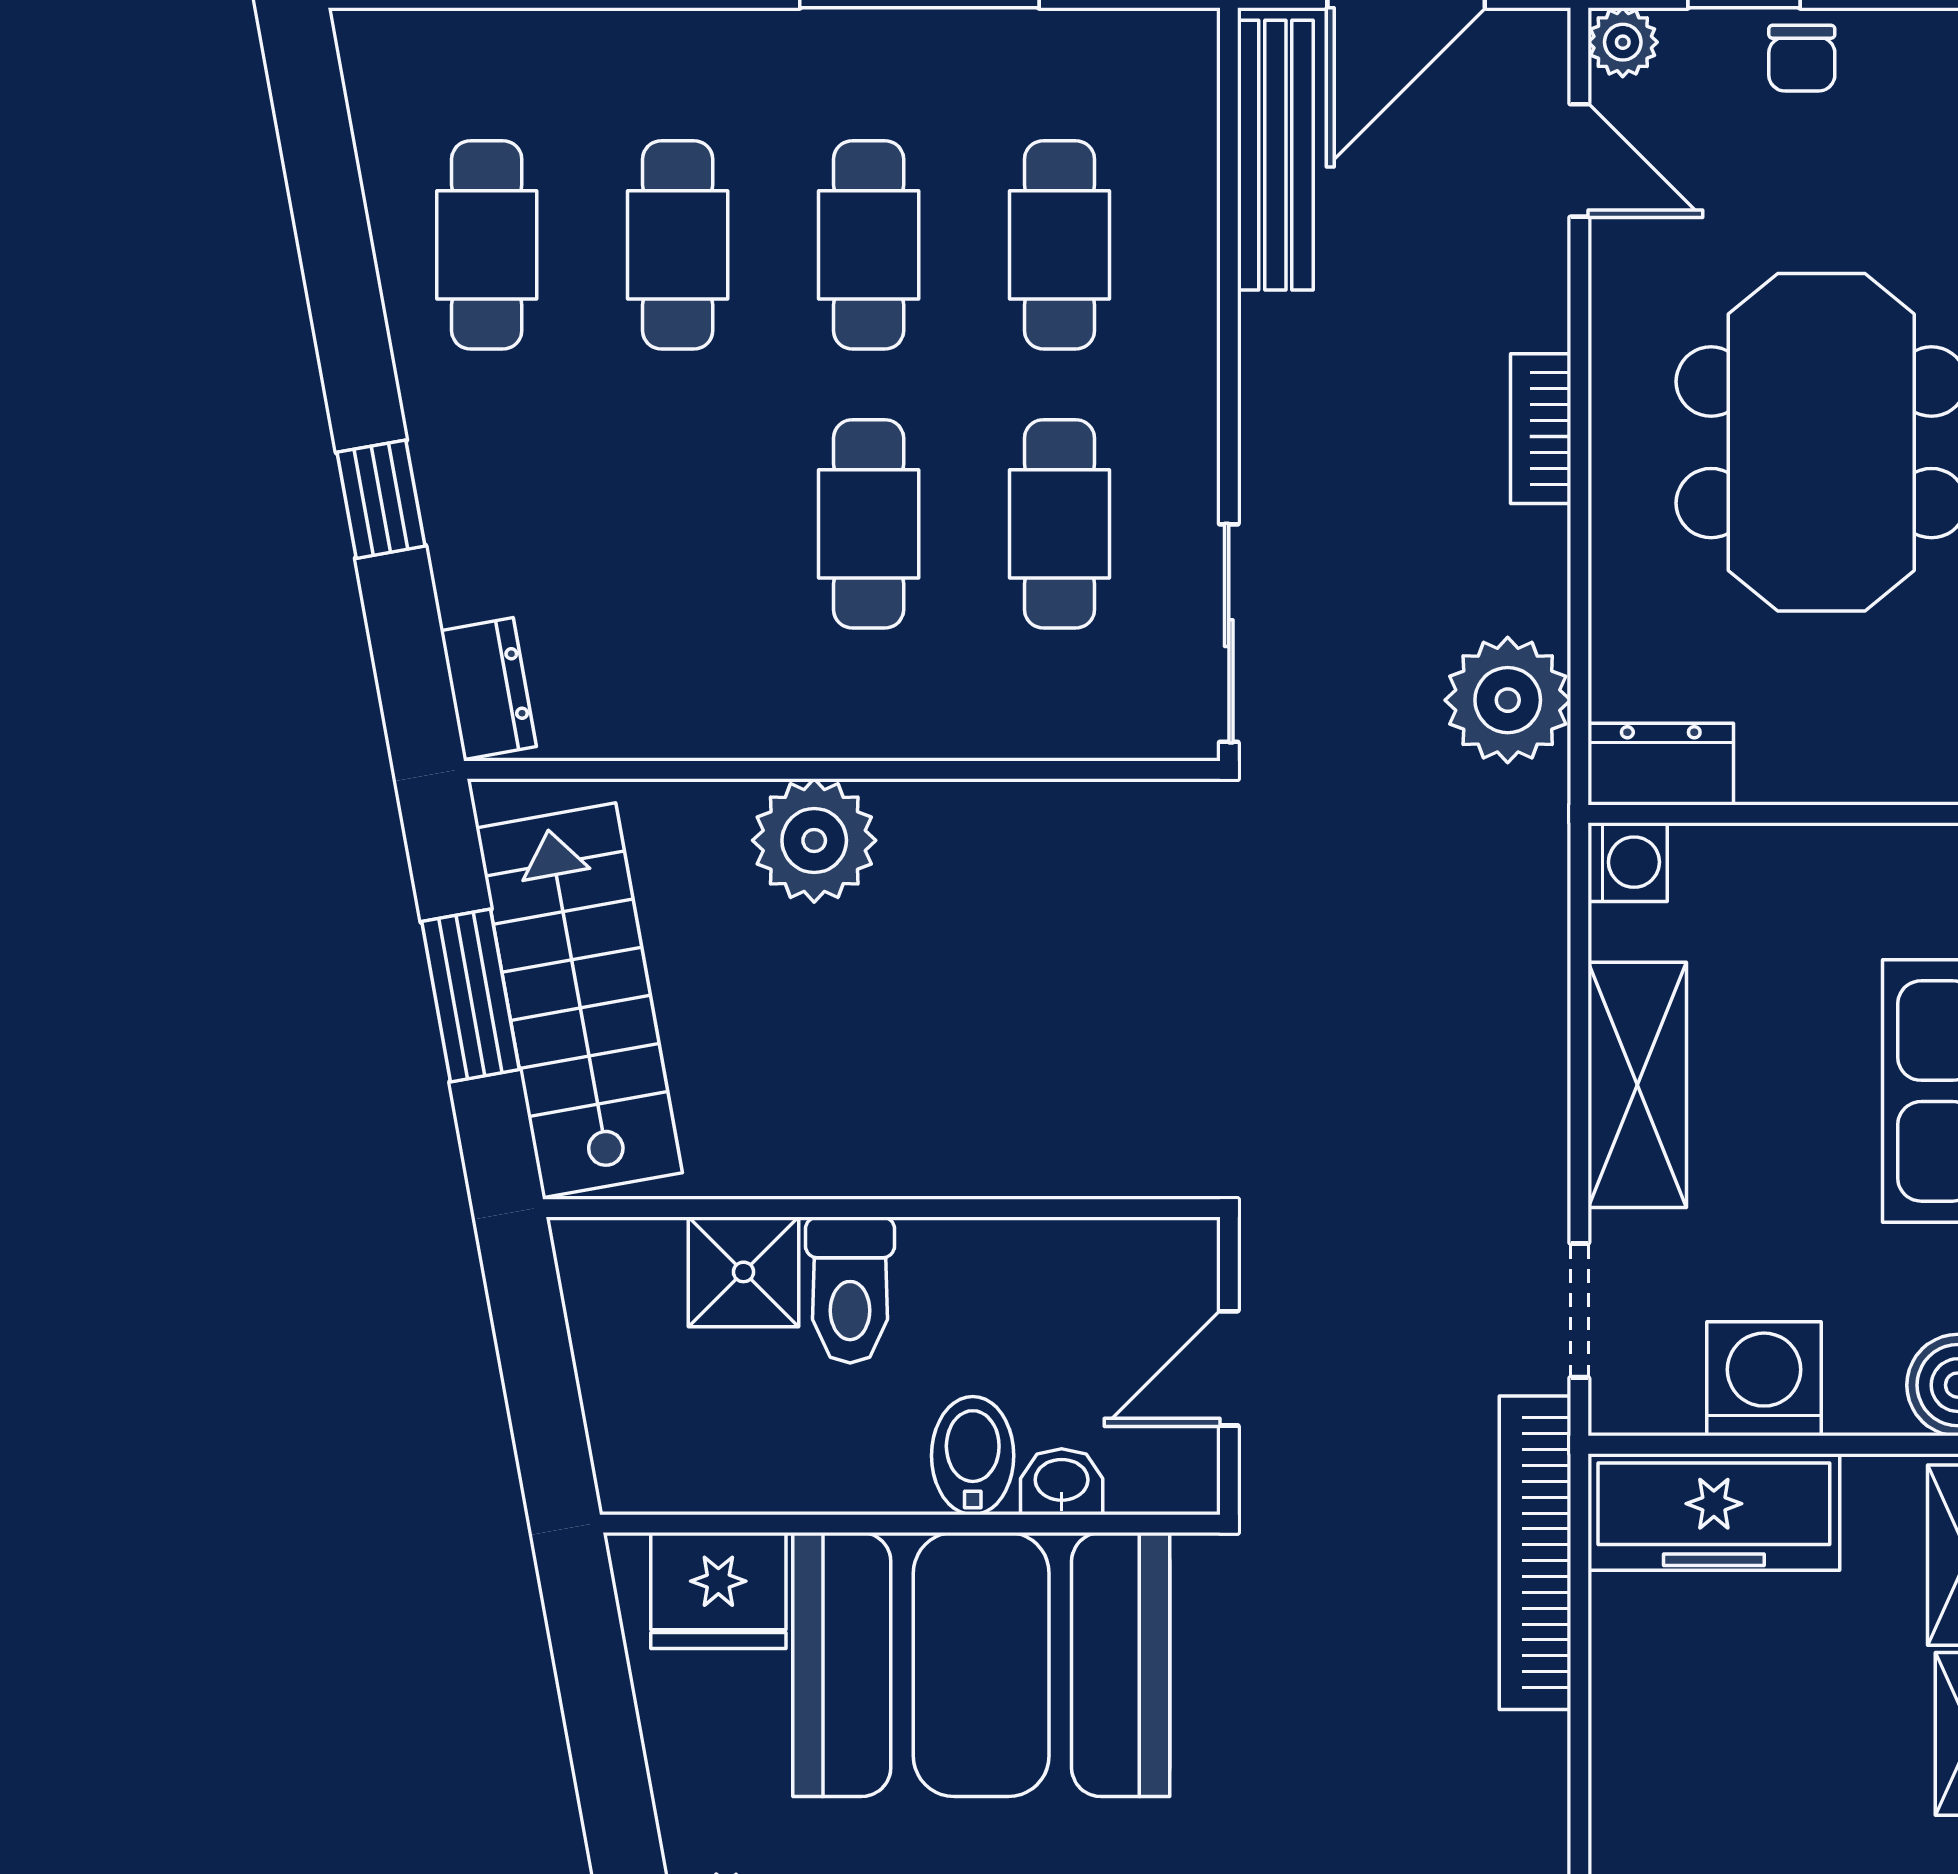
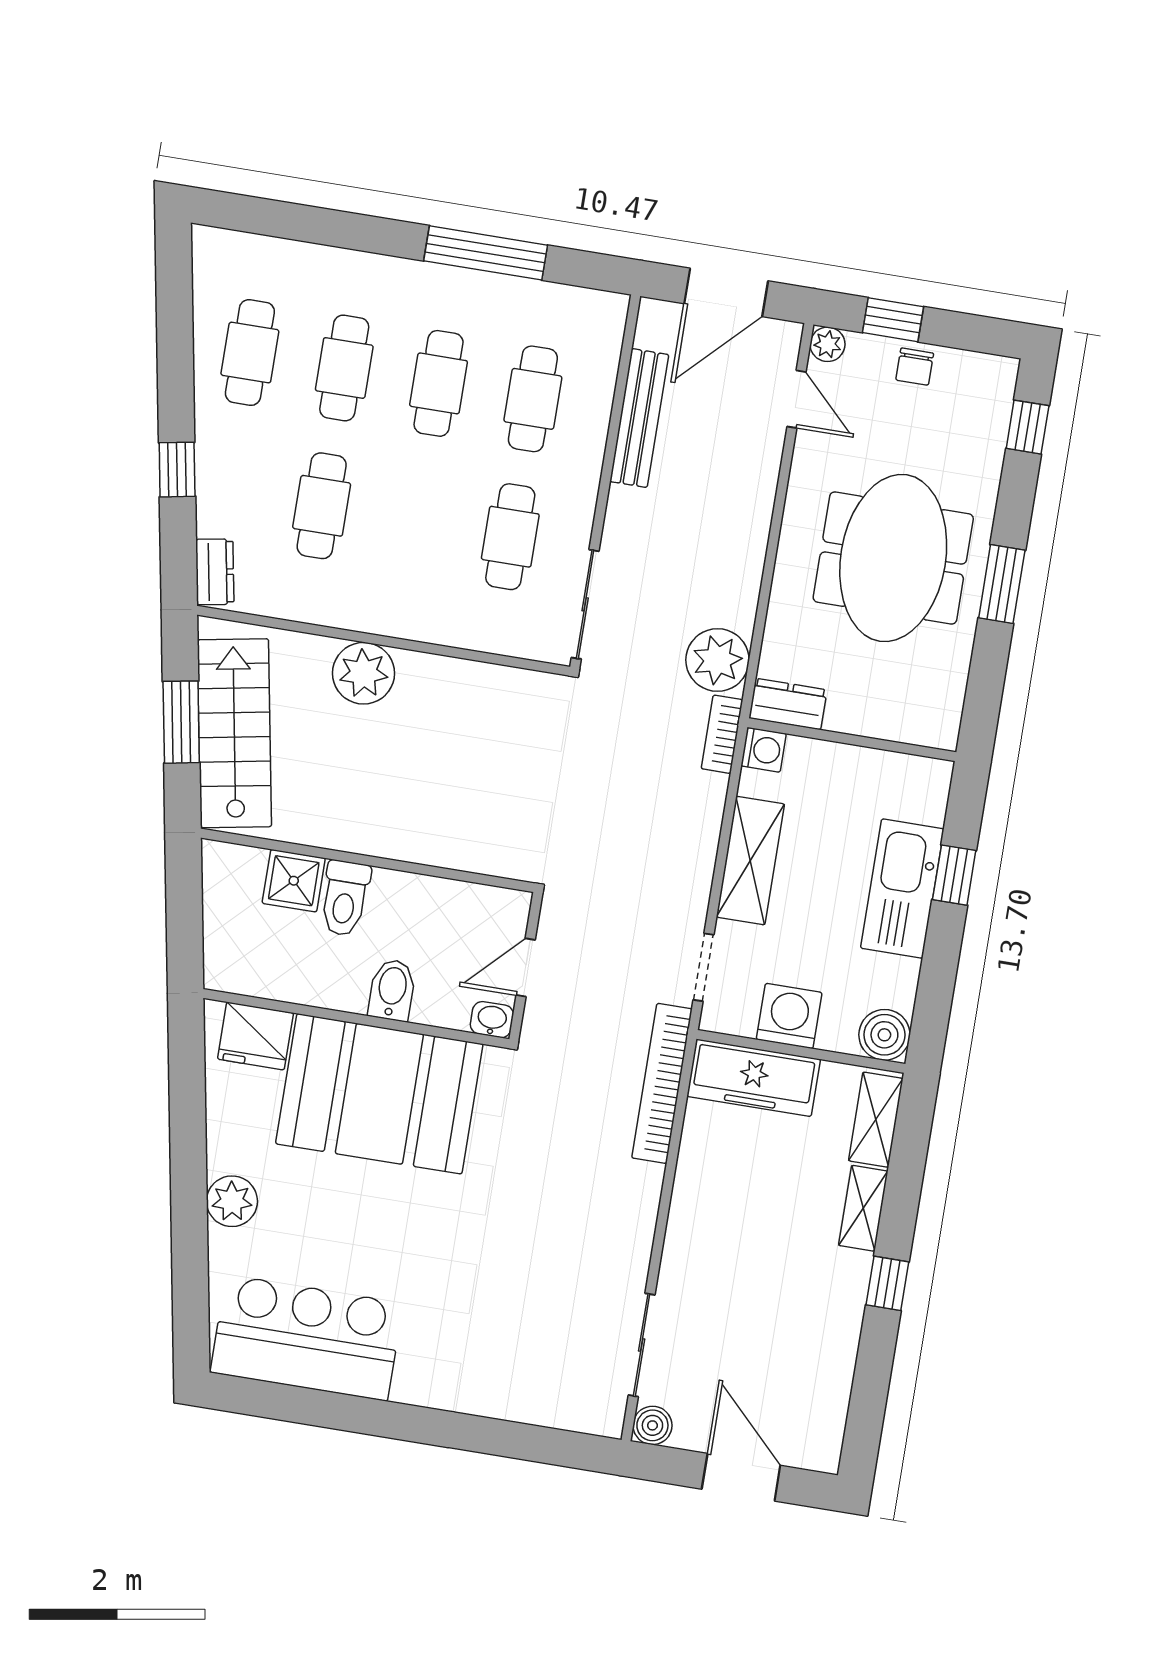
bench: (1275, 155) -> (639, 418), moved
bookcase: (1541, 429) -> (722, 734), moved
cafe table: (869, 524) -> (322, 506), moved
washbasin: (1062, 1482) -> (492, 1020), moved

